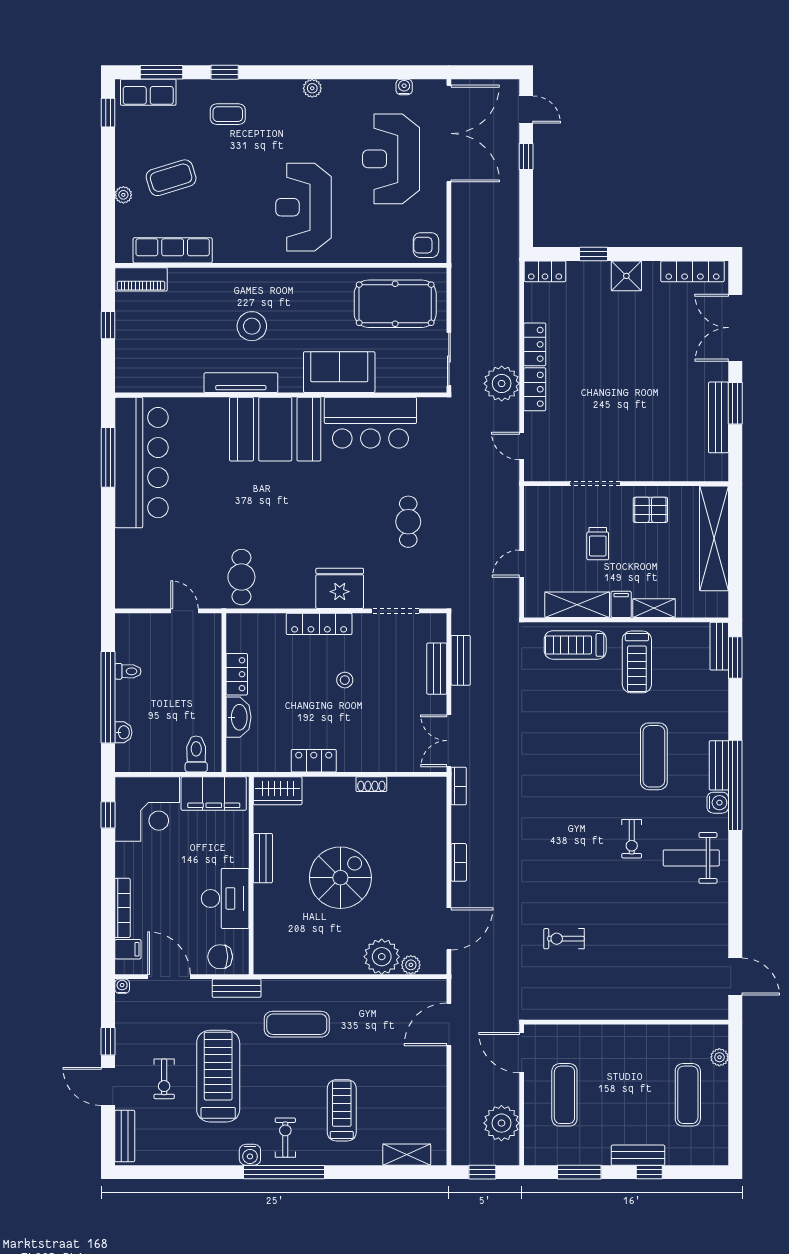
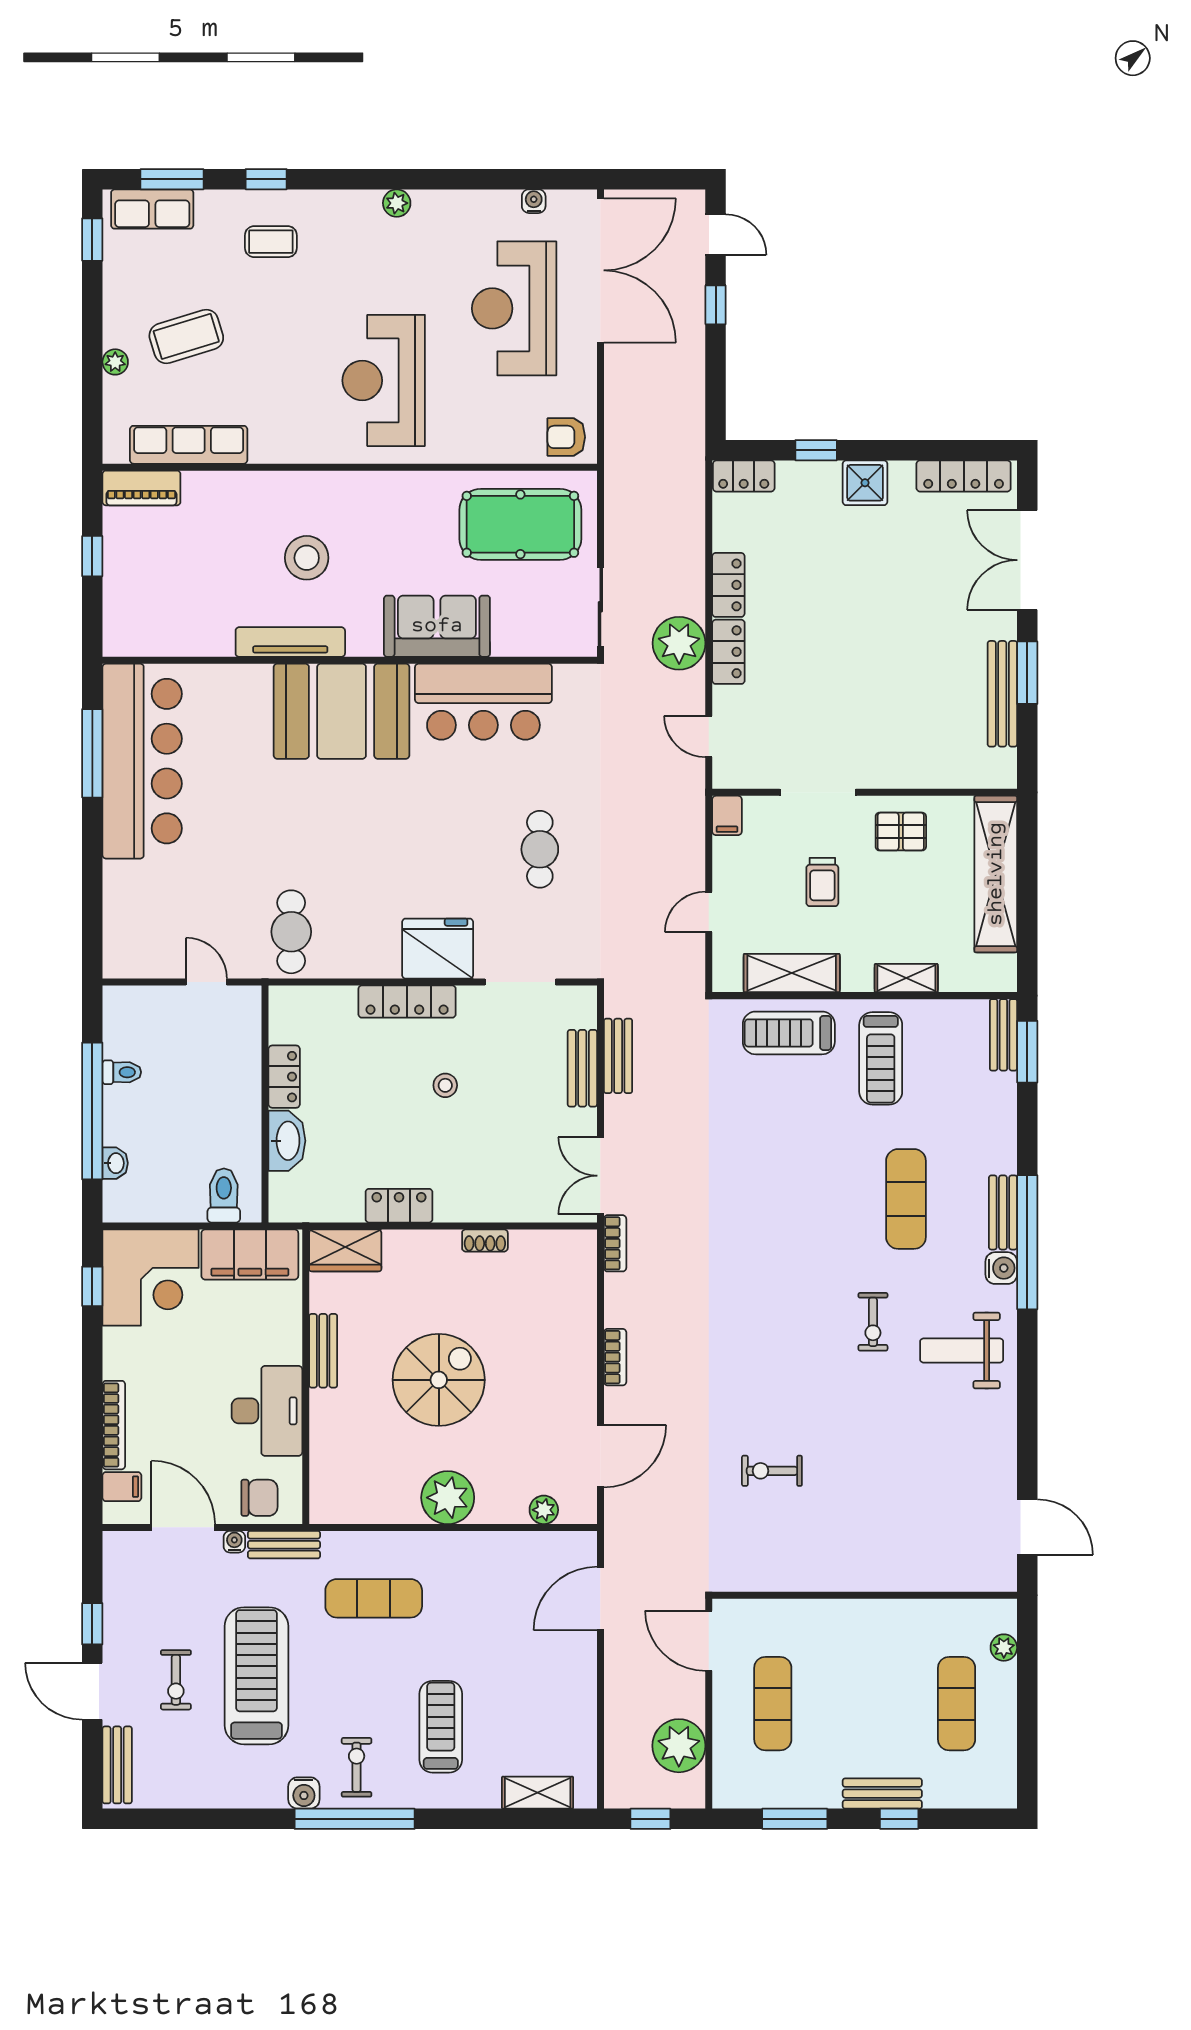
filing cabinet: (621, 604) -> (727, 815), moved, turned 180
chair: (220, 957) -> (259, 1498), turned 180
plant: (382, 957) -> (448, 1498), moved
water cooler: (122, 986) -> (234, 1542), moved

